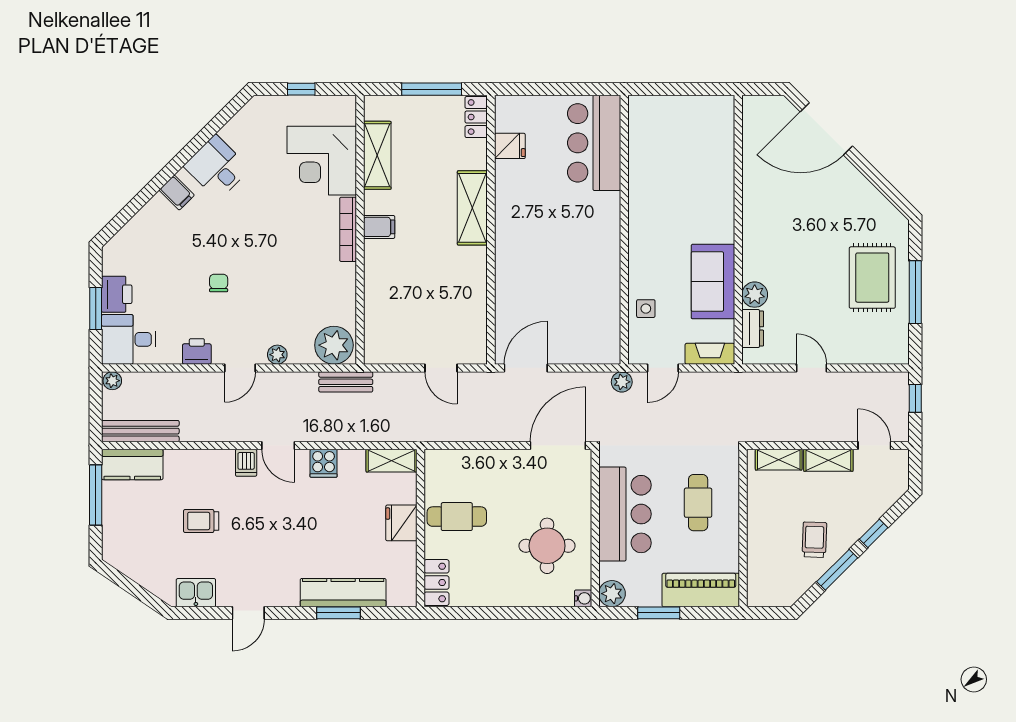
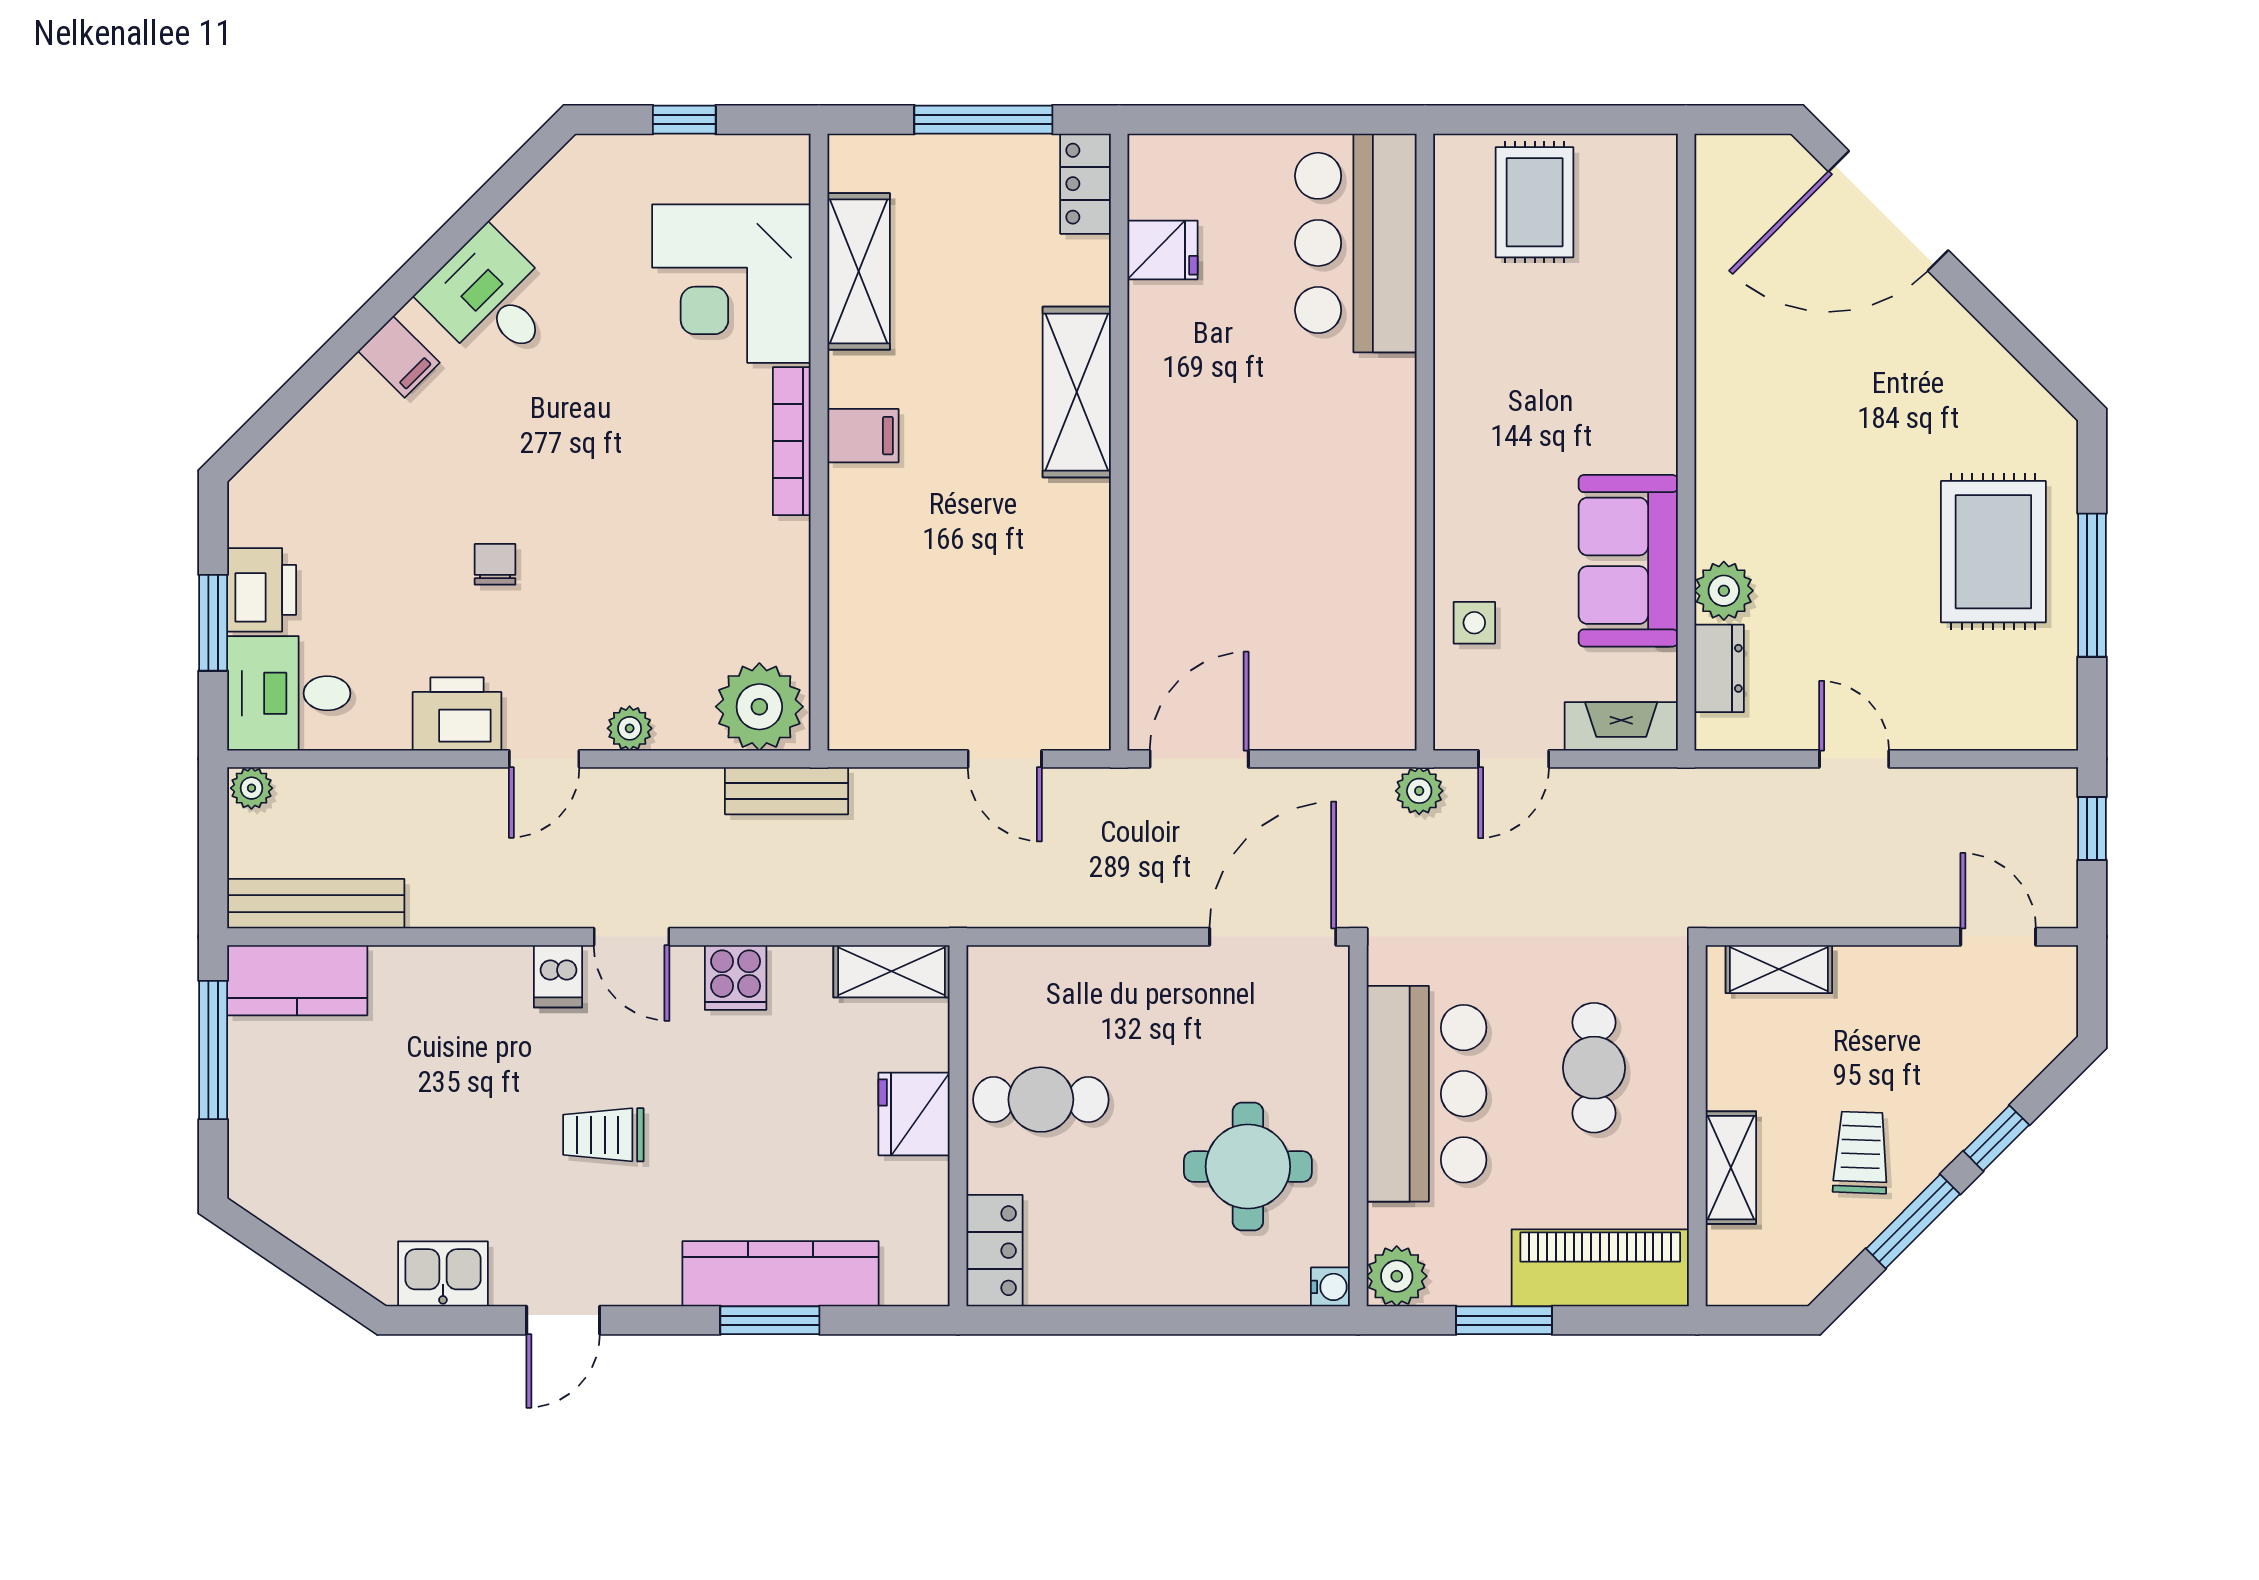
rug: (672, 125) -> (1535, 202), added
printer: (197, 351) -> (457, 714), width x1.36, depth x1.24
shelving: (828, 460) -> (1731, 1168), moved, turned 90
trolley: (201, 521) -> (603, 1135), moved

